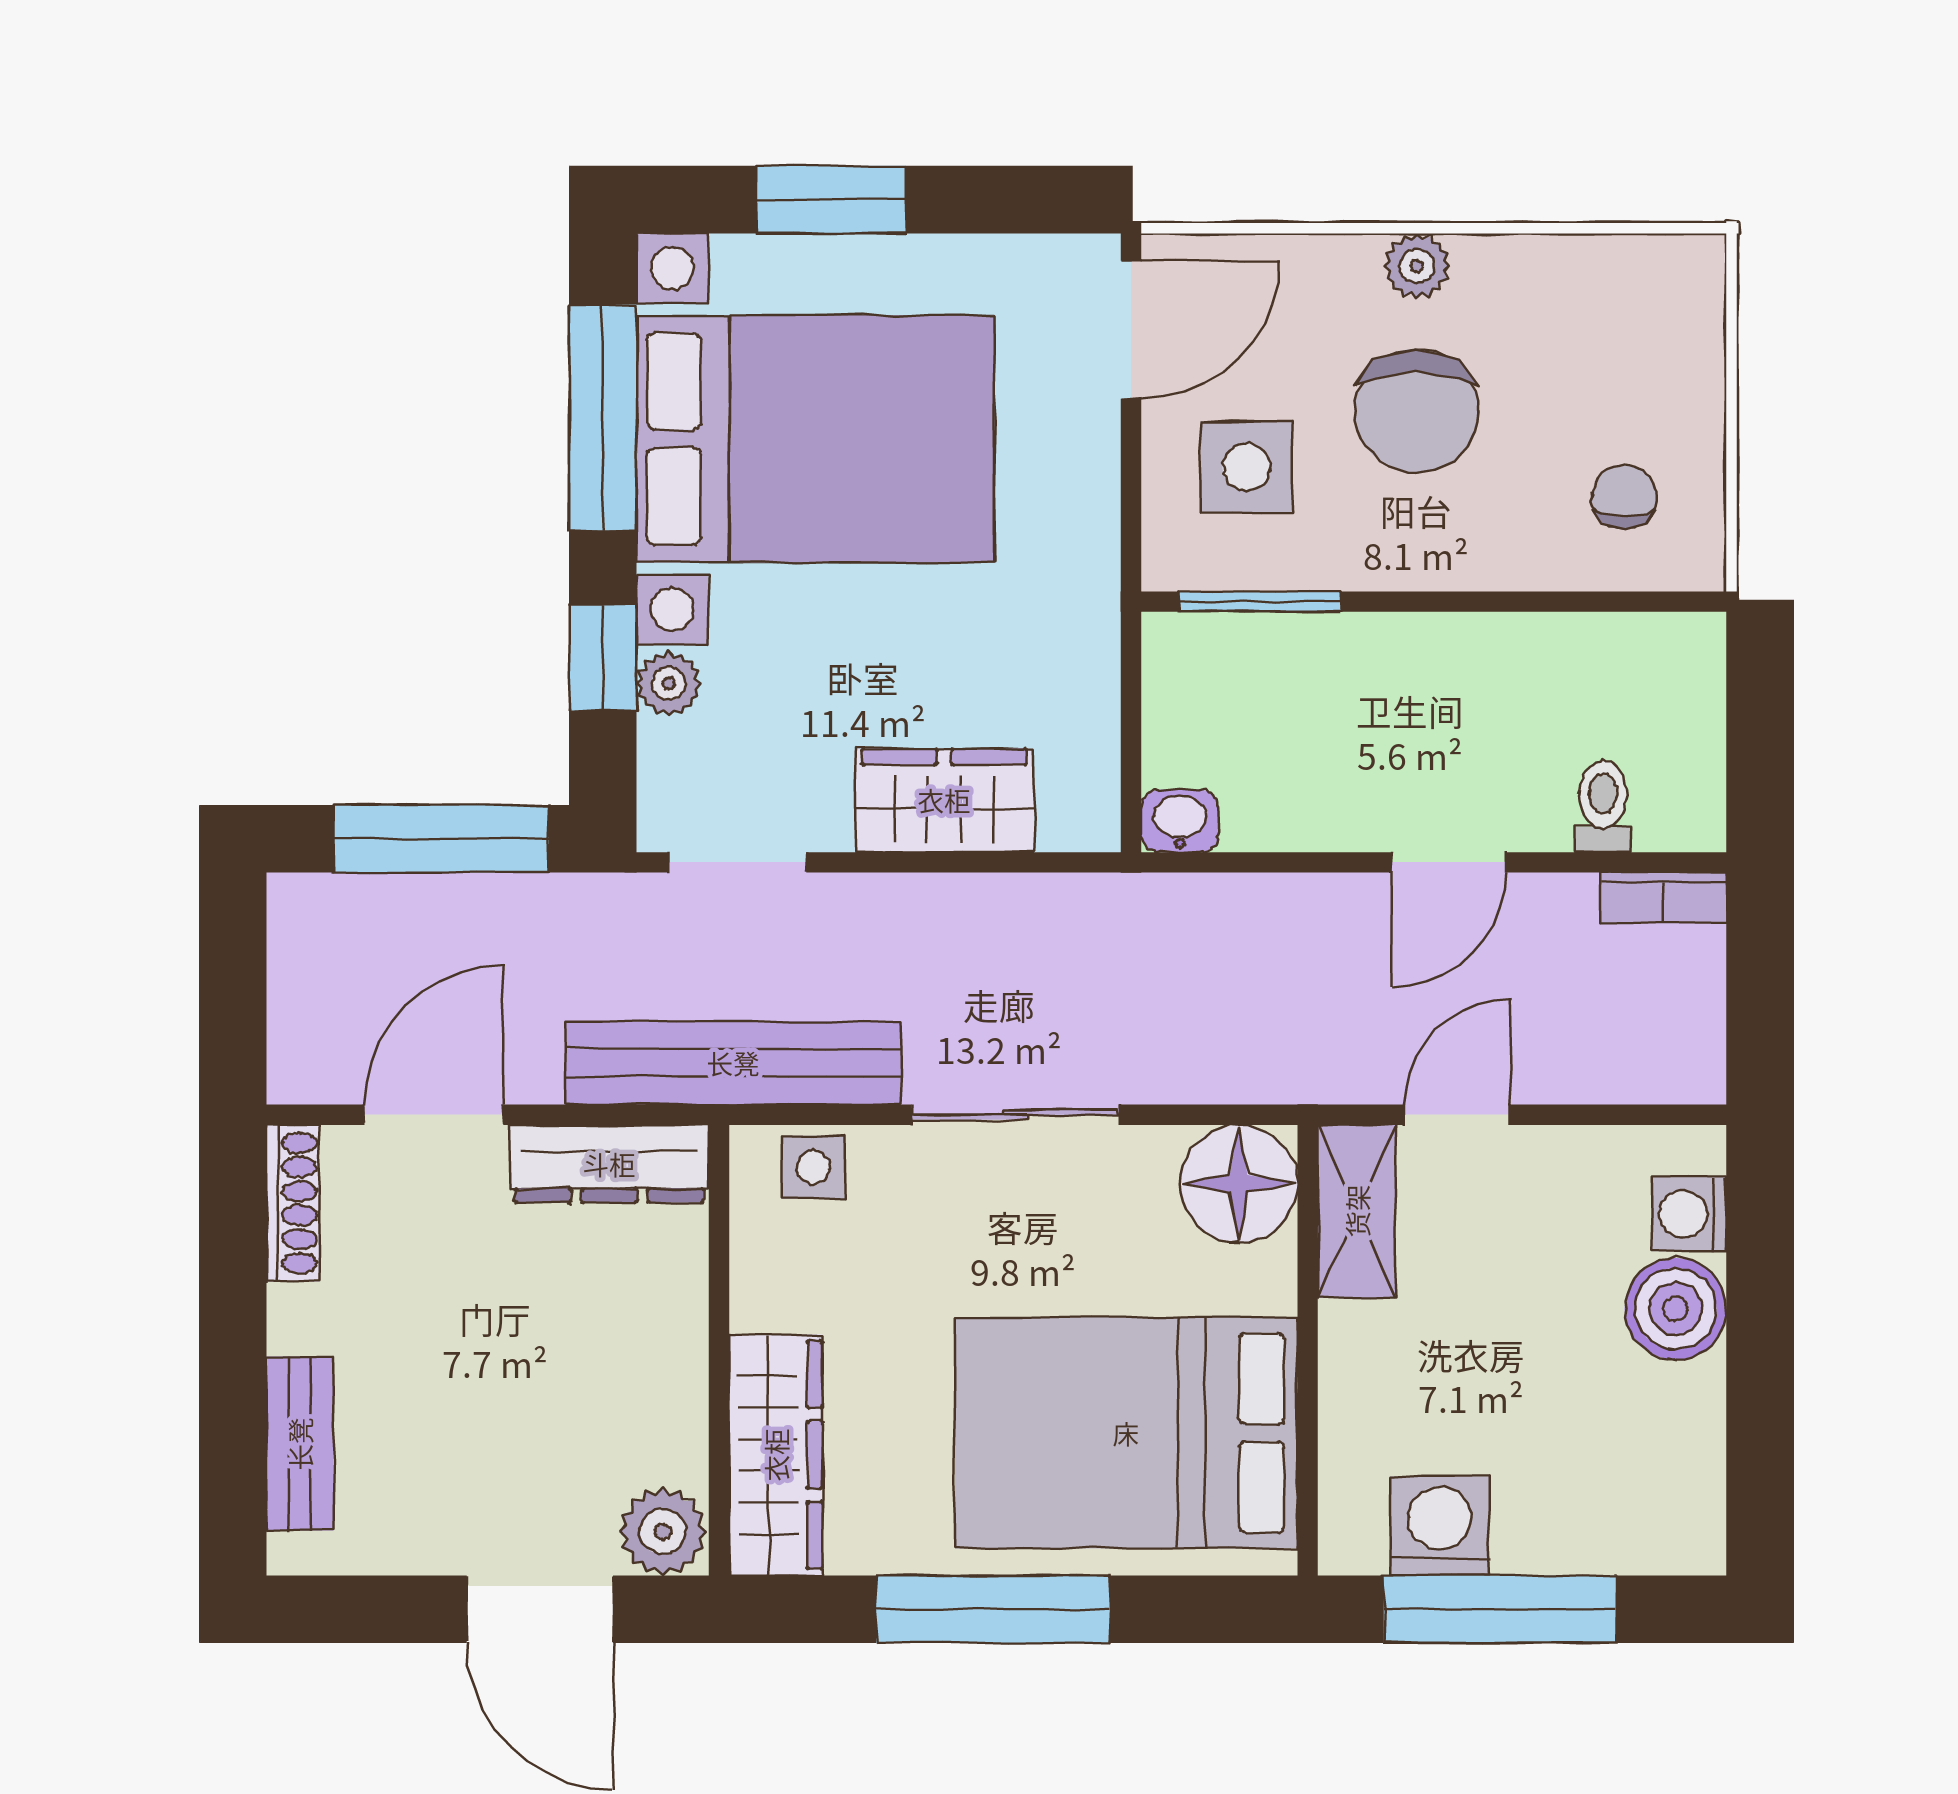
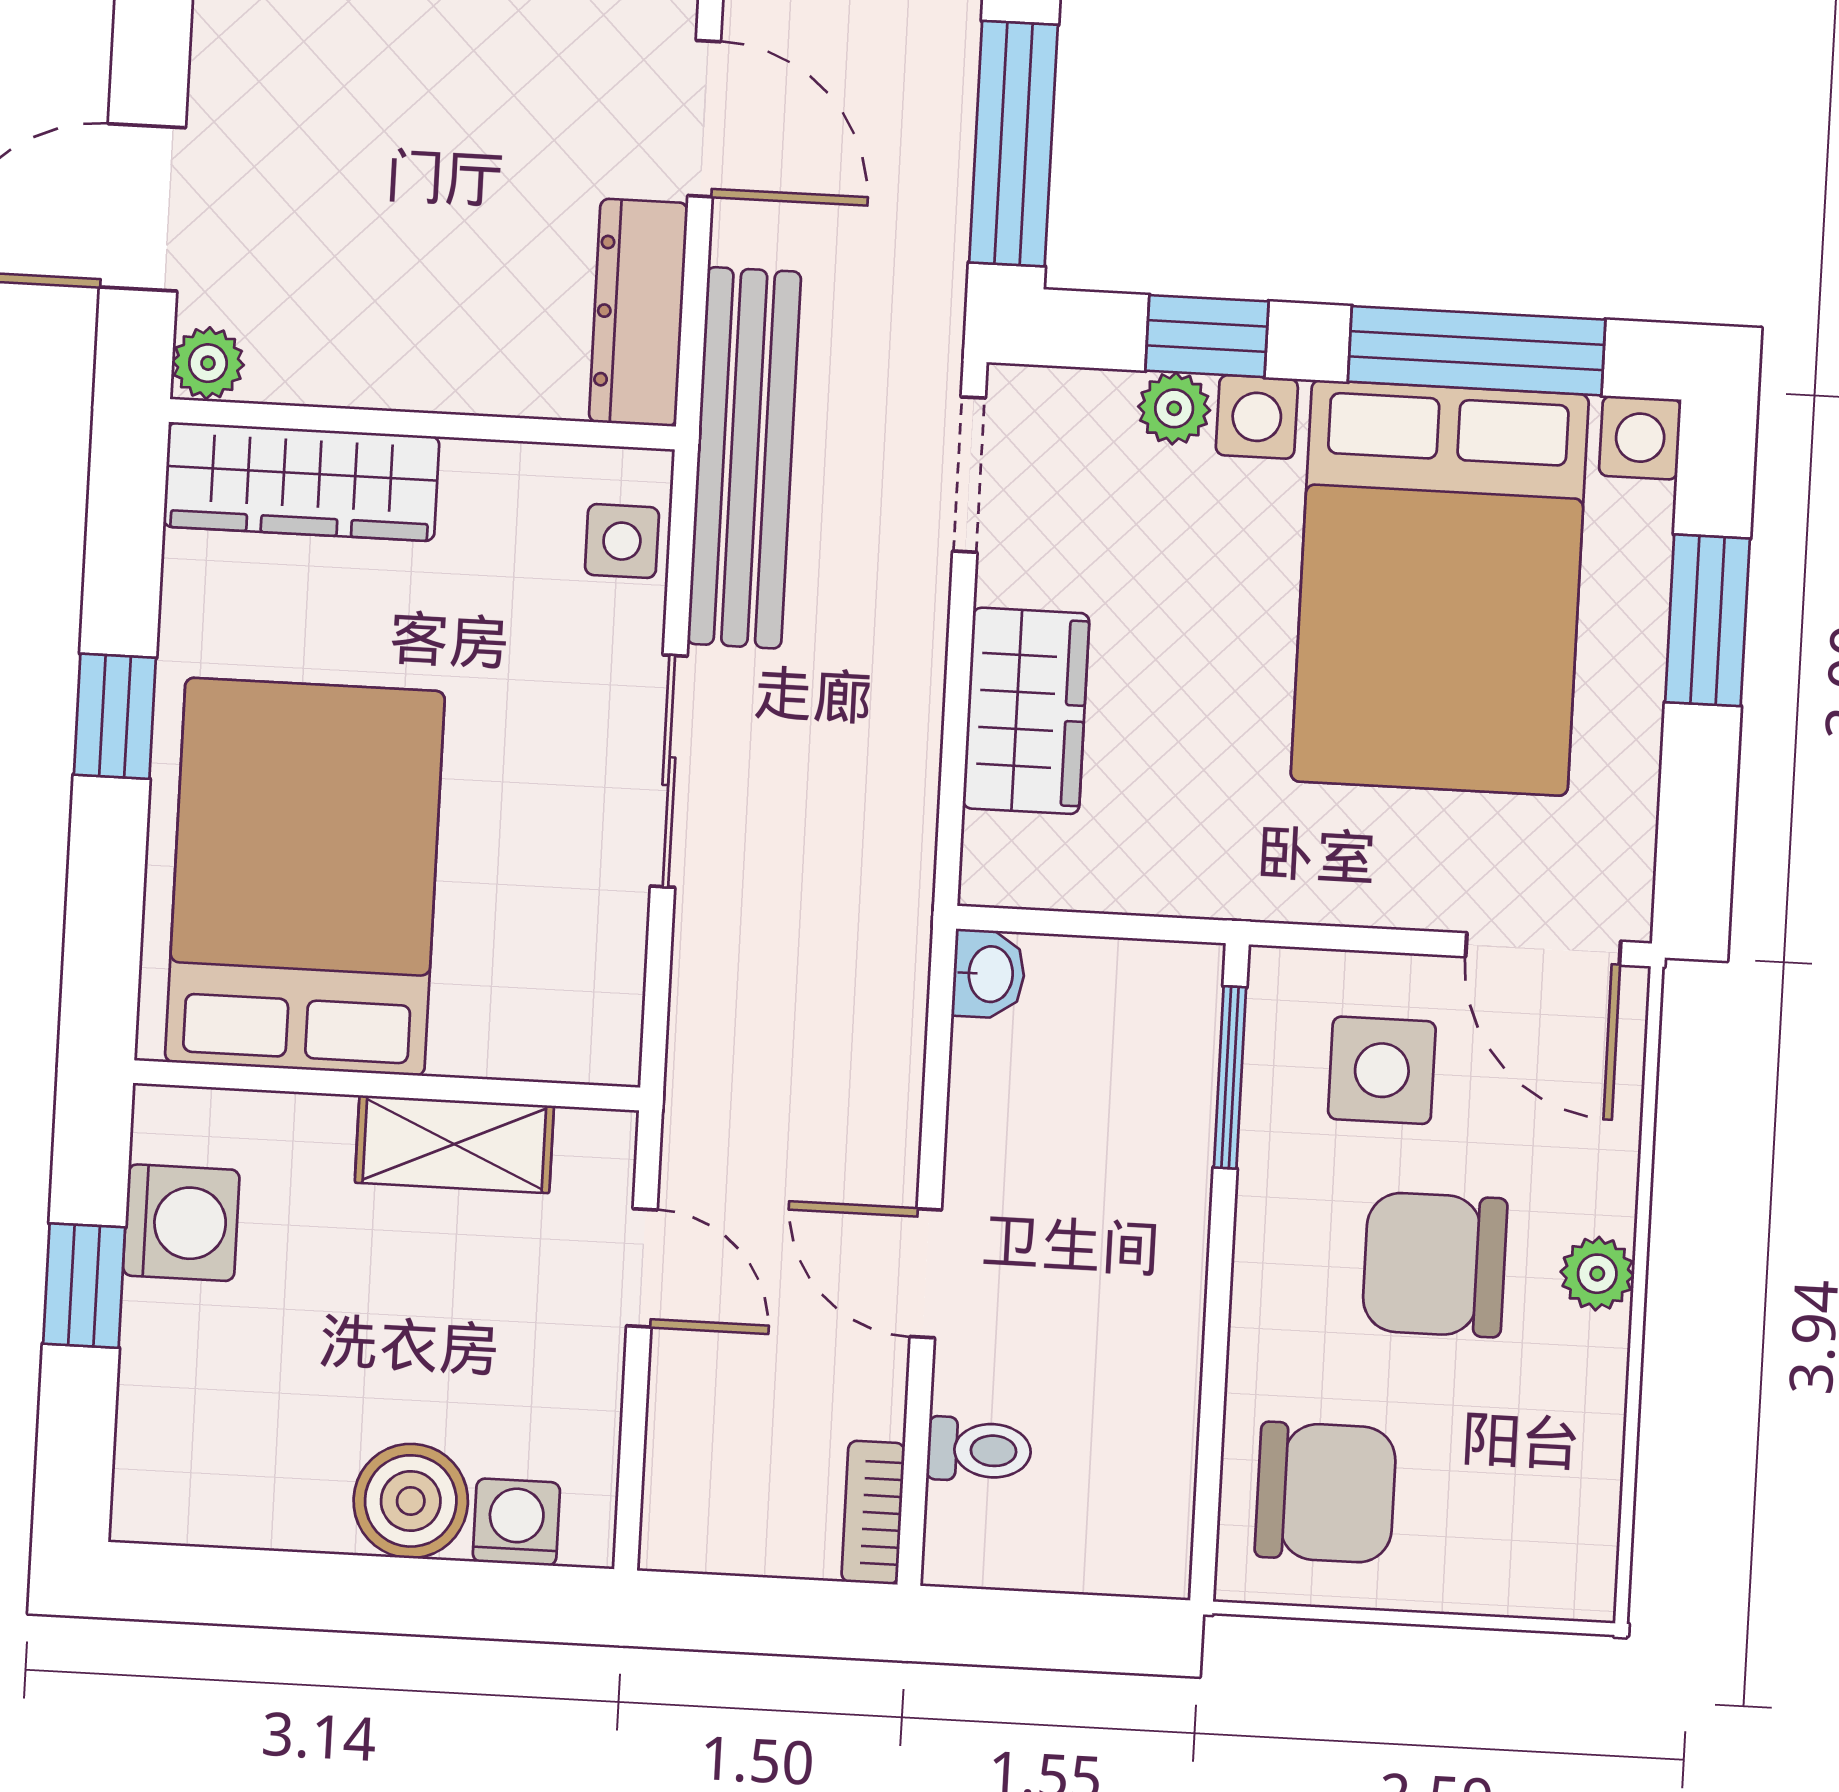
chair: (1624, 497) -> (1326, 1493), width x1.87, depth x1.87
floor lamp: (1239, 1184) -> (578, 1018), removed
shelving: (1357, 1211) -> (454, 1144), moved
plant: (663, 1532) -> (208, 363), width x0.73, depth x0.73
window: (993, 1609) -> (115, 716), width x0.46
window: (1500, 1609) -> (84, 1286), width x0.46

